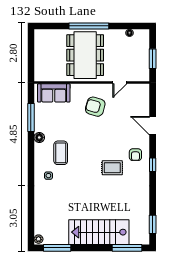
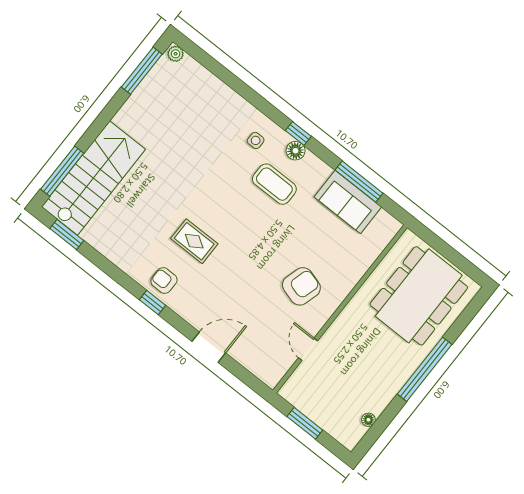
dining table: (85, 55) -> (419, 296), moved, turned 90
sofa: (54, 93) -> (348, 202), moved, turned -90
floor lamp: (39, 137) -> (296, 151), moved
armchair: (135, 155) -> (164, 281), moved
window: (31, 160) -> (298, 133), added
rug: (112, 168) -> (194, 241), turned 90
stairs: (99, 232) -> (93, 178), moved

